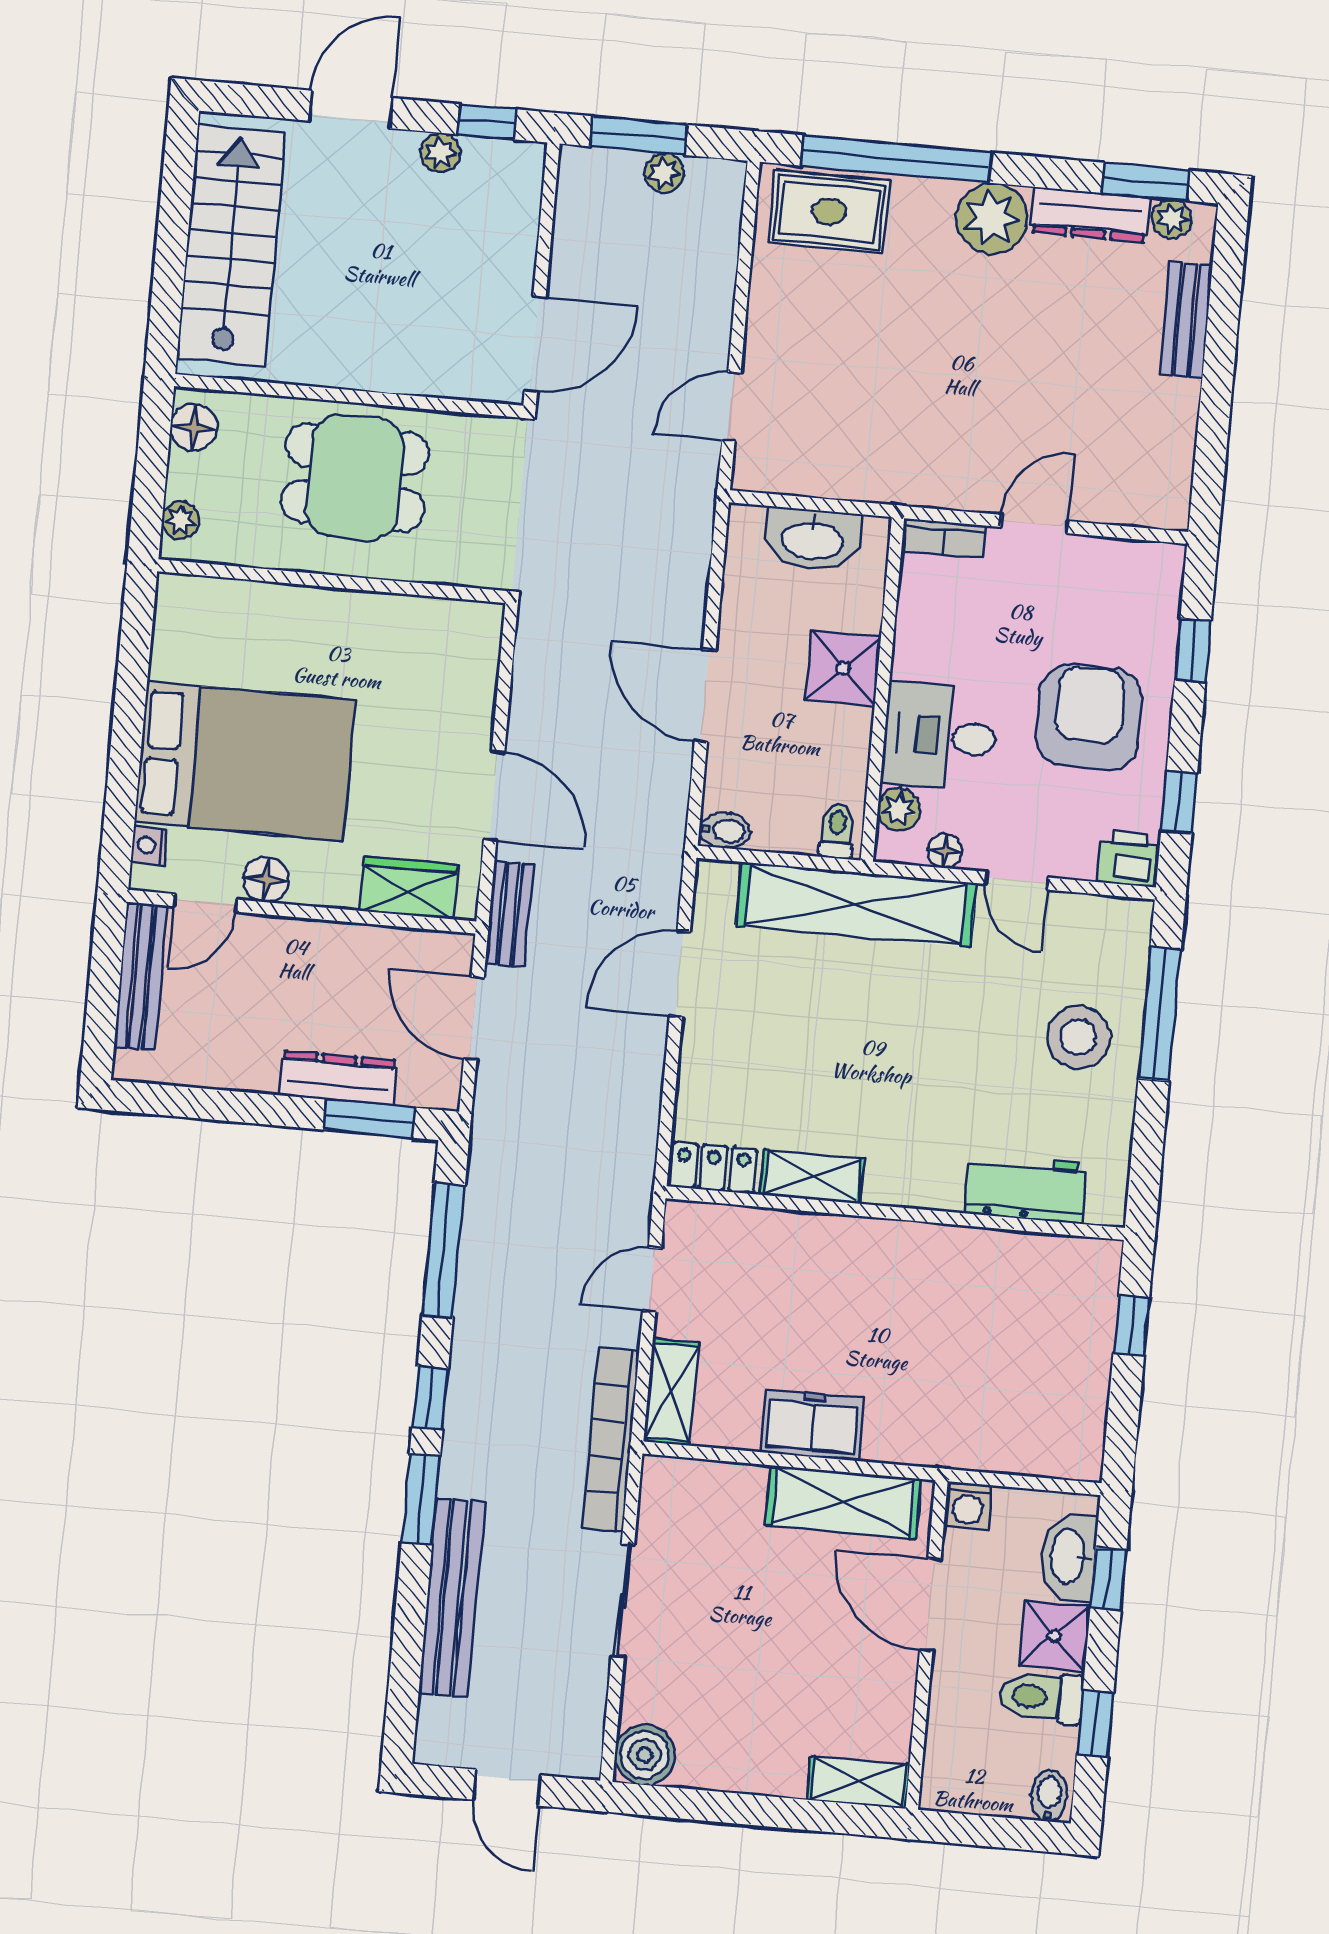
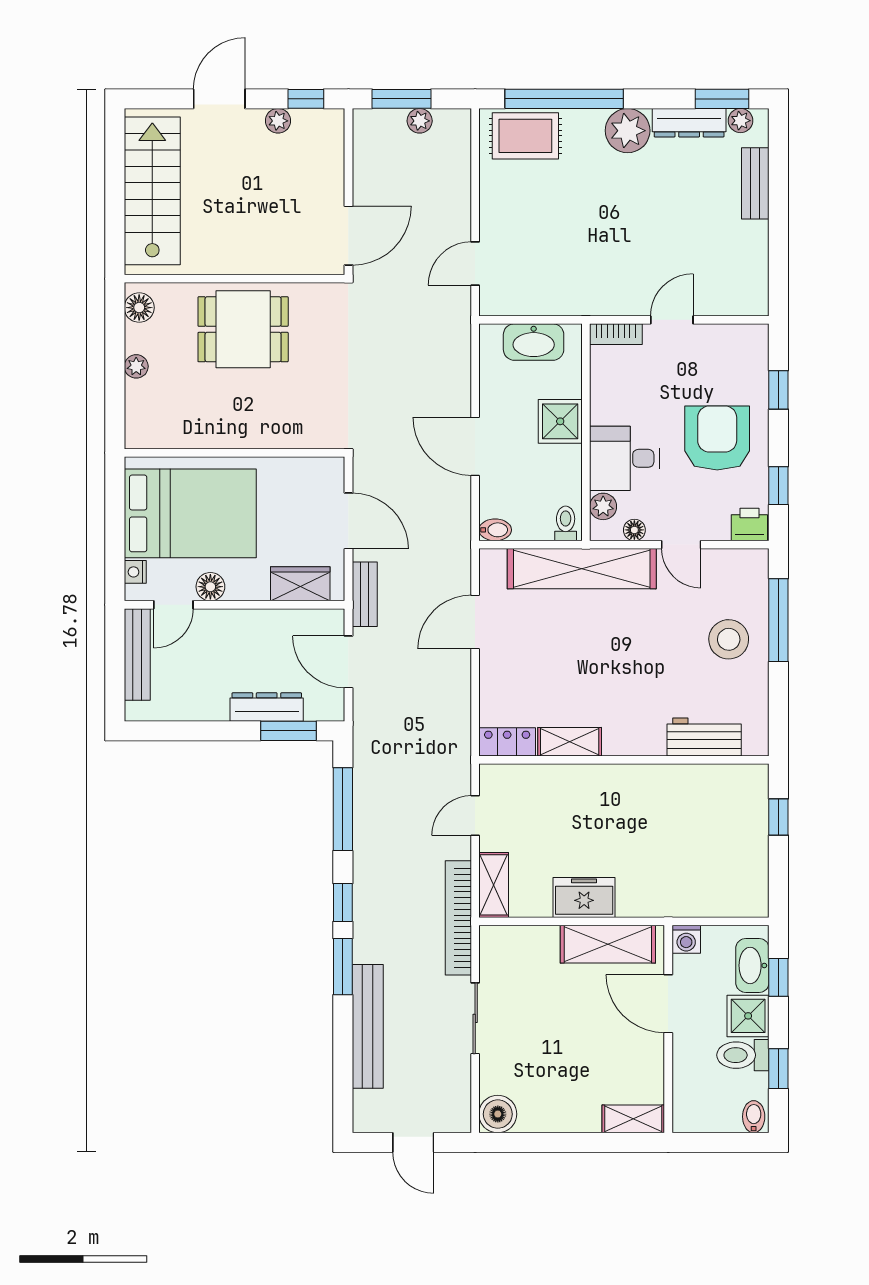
wall: (332, 581) -> (235, 453), moved

